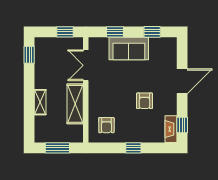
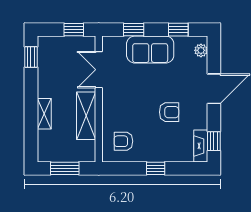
plant: (171, 49) -> (201, 50), added
armchair: (145, 101) -> (169, 112), turned -90
armchair: (106, 125) -> (123, 141), turned 90

